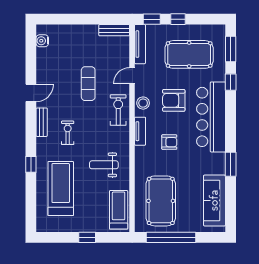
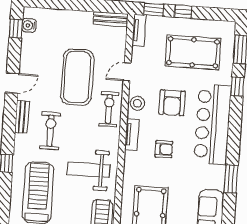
window: (31, 44) -> (16, 29), added
tv unit: (140, 44) -> (139, 30), width x0.71
exercise mat: (88, 84) -> (77, 77), width x2.00, depth x1.45
armchair: (174, 100) -> (172, 103), turned -90
exercise bike: (68, 133) -> (50, 131), width x1.38, depth x1.39
weight bench: (104, 165) -> (88, 170), width x1.36, depth x1.33

